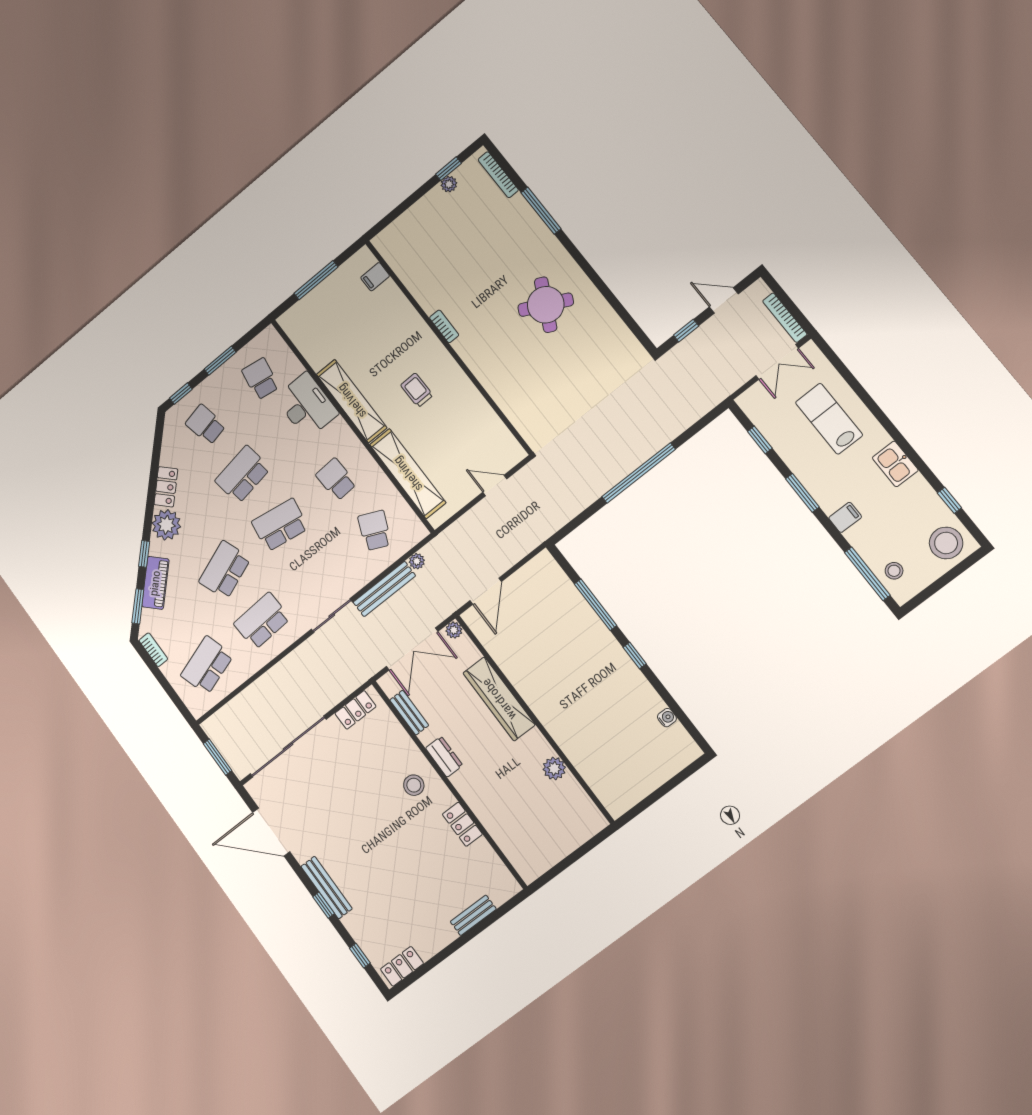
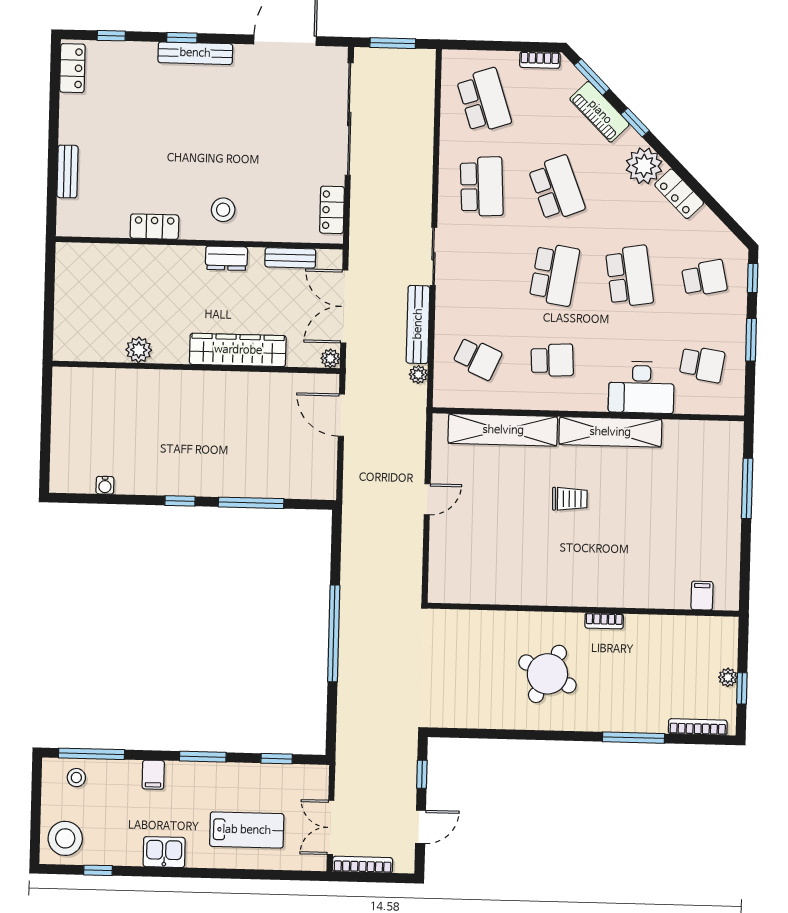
filing cabinet: (375, 277) -> (702, 596), moved
bookcase: (444, 326) -> (604, 621), moved
wall: (448, 347) -> (583, 610), moved

